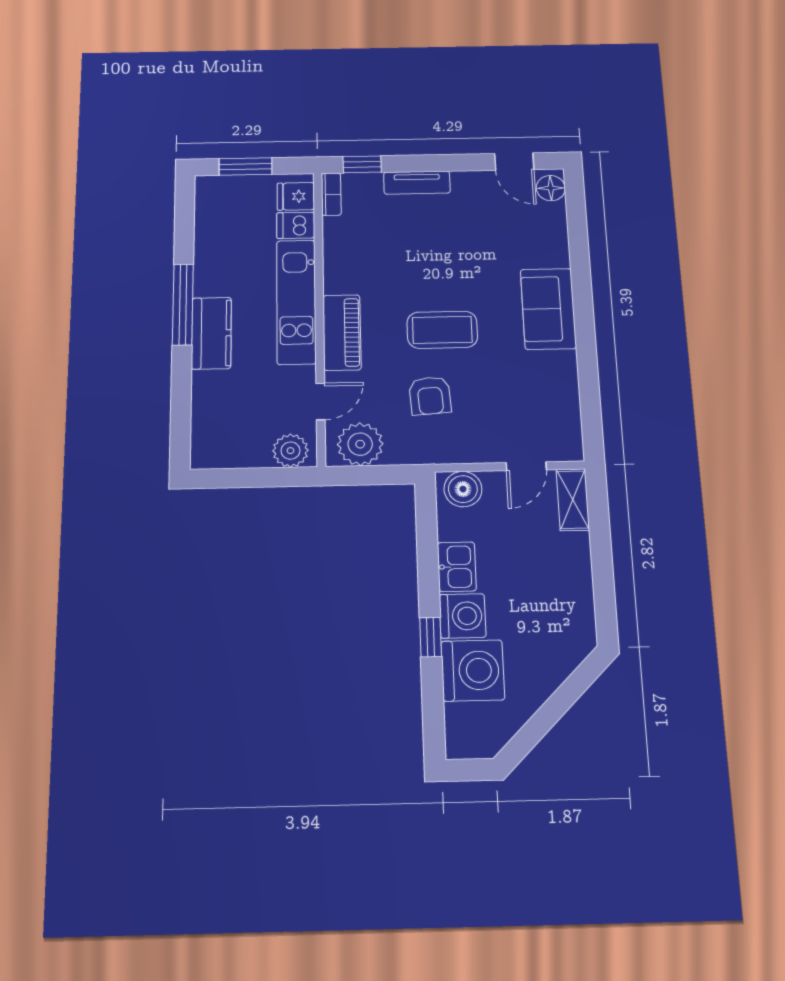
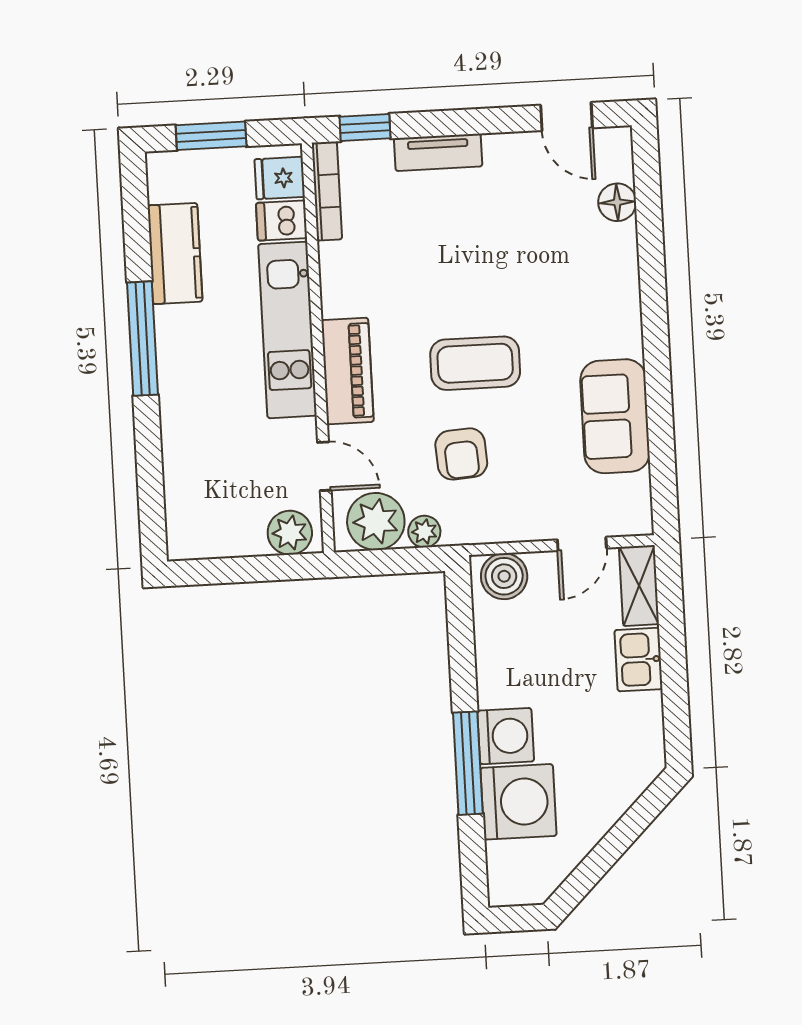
floor lamp: (551, 188) -> (617, 202), moved
bookcase: (331, 194) -> (327, 191), width x1.56
sofa: (548, 309) -> (615, 416), moved
kitchen counter: (211, 333) -> (175, 253), moved
door: (321, 402) -> (324, 466), hinge flipped
plant: (399, 453) -> (424, 532), added
kitchen sink: (457, 567) -> (638, 660), moved, turned 180
window: (431, 637) -> (468, 763), width x2.17

